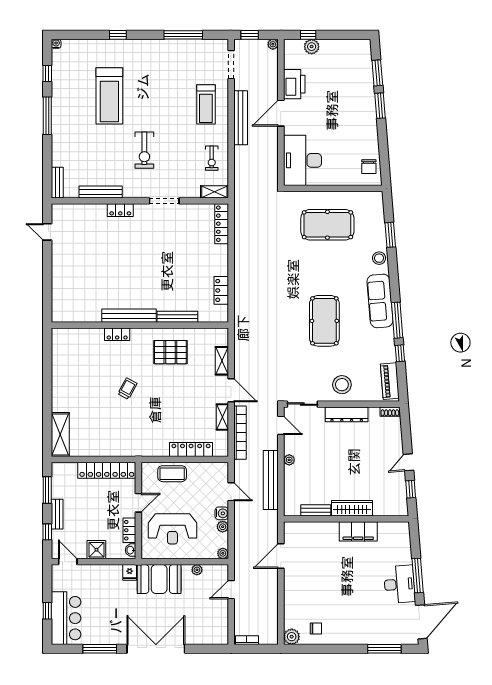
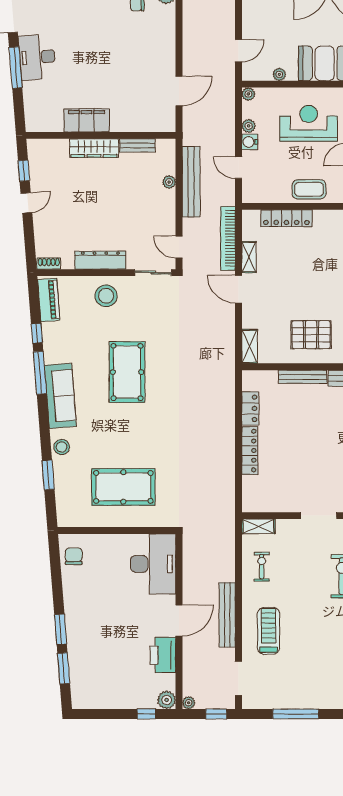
plant: (312, 47) -> (167, 700), moved
locker: (222, 224) -> (250, 451), moved
shelving: (222, 361) -> (250, 346), moved
plant: (289, 460) -> (169, 182), moved

